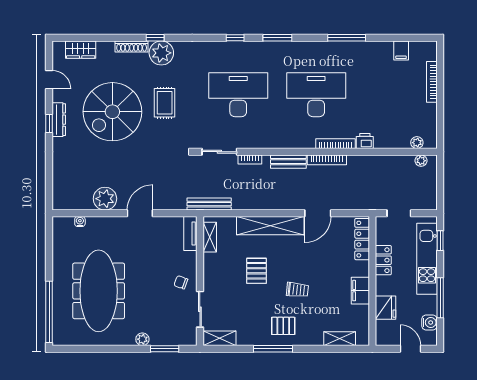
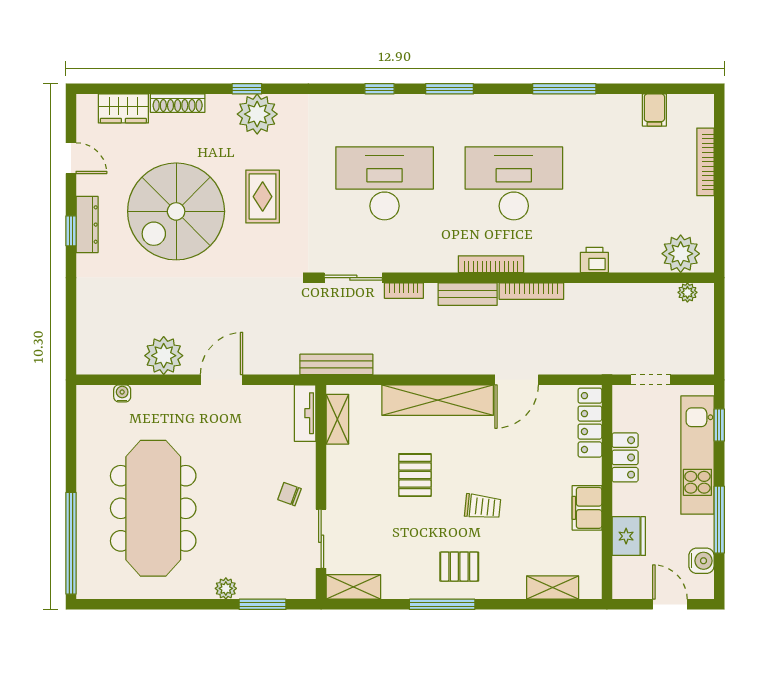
shoe rack: (132, 46) -> (178, 103), moved
plant: (417, 143) -> (681, 254), width x1.88, depth x1.88
bookcase: (335, 144) -> (491, 264), moved

